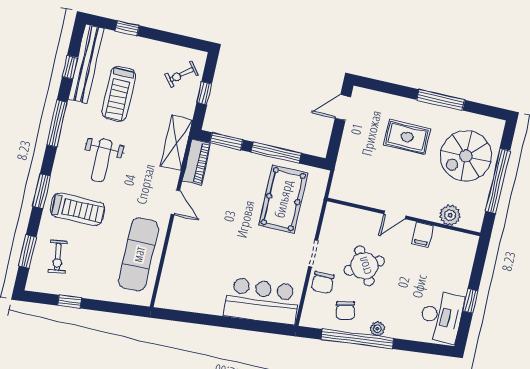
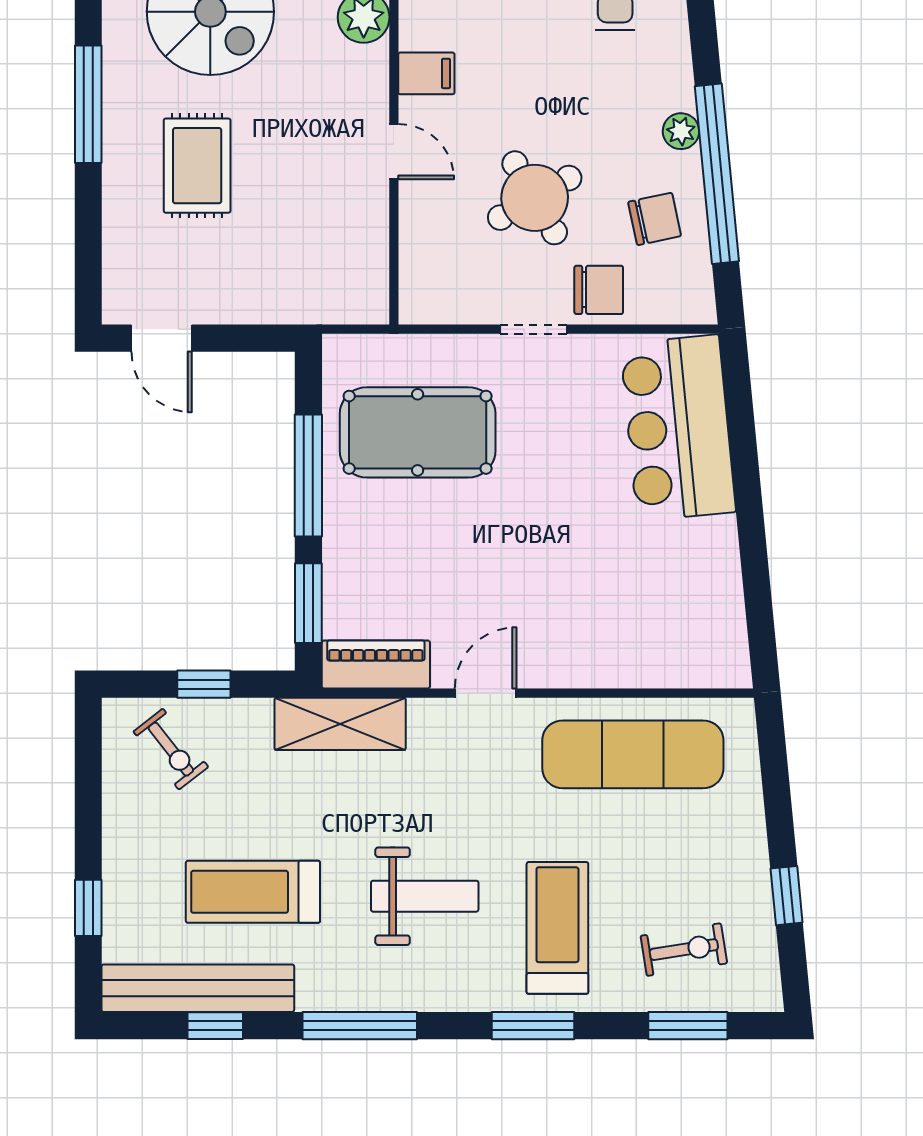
treadmill: (119, 94) -> (253, 892), turned 180

